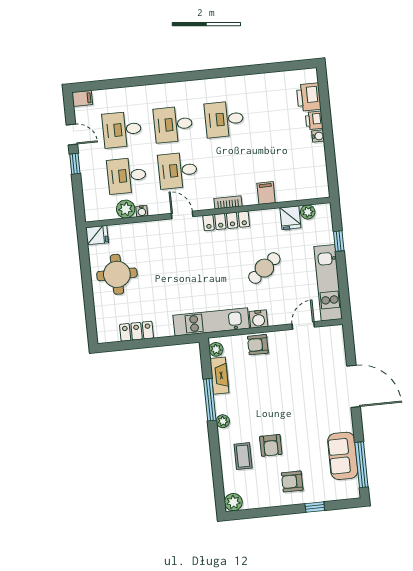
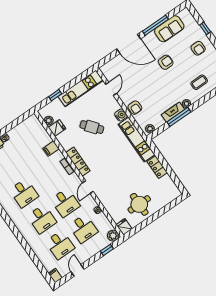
window: (75, 164) -> (107, 250), moved
plant: (126, 209) -> (113, 236), moved
door: (303, 326) -> (111, 89), swing flipped
locker: (137, 331) -> (157, 167), moved
fireplace: (219, 376) -> (173, 112), moved
door: (354, 386) -> (129, 44), swing flipped
armchair: (271, 445) -> (166, 62), moved
window: (361, 465) -> (155, 25), moved

